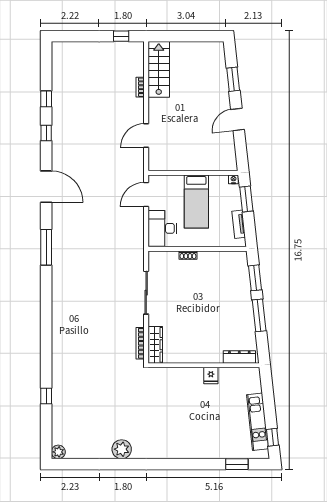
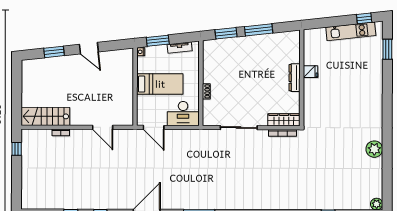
dresser: (239, 357) -> (295, 78), moved

